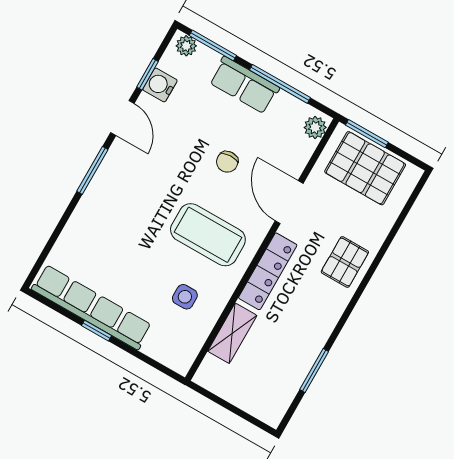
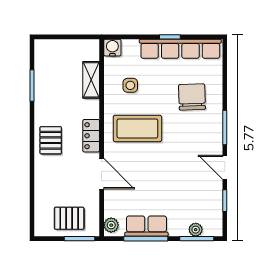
plant: (186, 46) -> (196, 230), moved
water cooler: (160, 85) -> (112, 48), moved, turned -90
row of seats: (244, 85) -> (146, 226), moved
chair: (227, 162) -> (192, 97), moved, width x1.87, depth x1.87
pallet: (365, 168) -> (69, 218), width x0.67, depth x0.71
pallet: (345, 262) -> (51, 140), moved
locker: (268, 271) -> (91, 136), width x0.66

